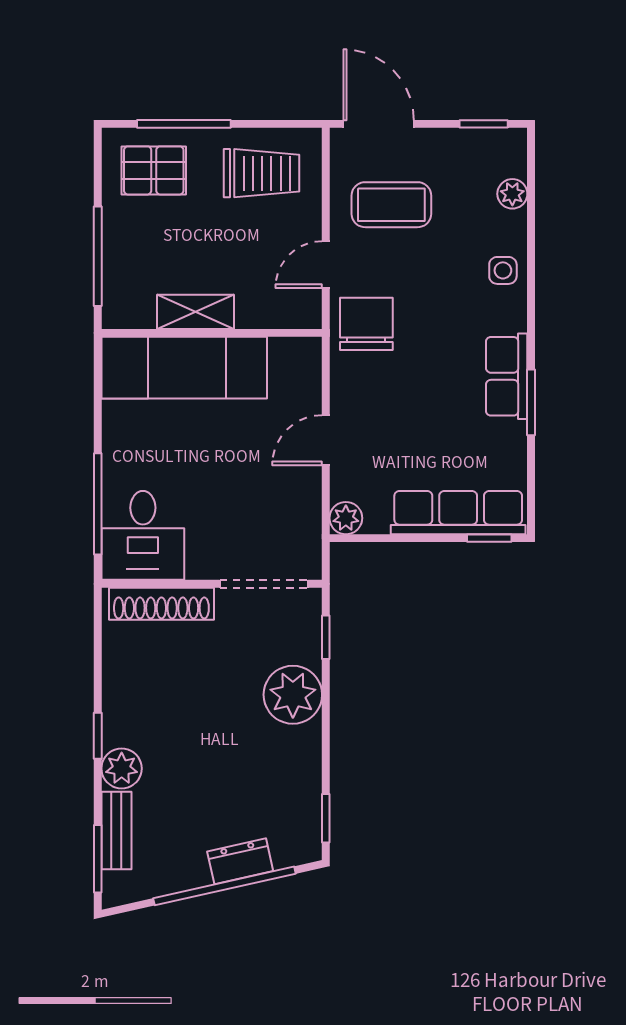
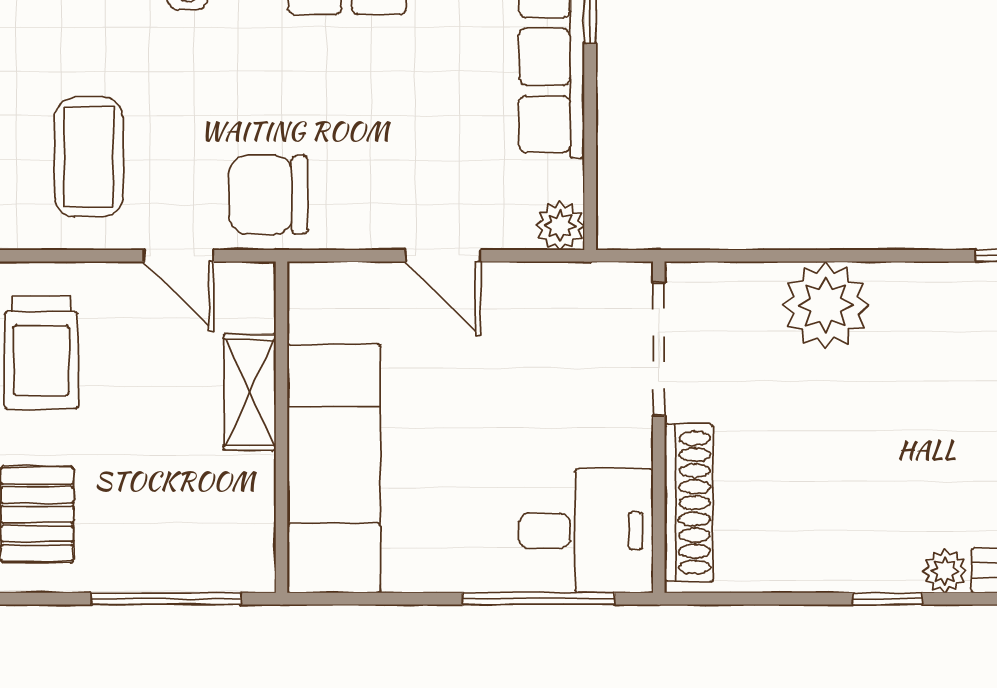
trolley: (261, 173) -> (41, 352), turned 180
shelving: (196, 312) -> (250, 392), moved
window: (326, 637) -> (739, 256), removed
plant: (122, 768) -> (945, 571), width x0.73, depth x0.73

